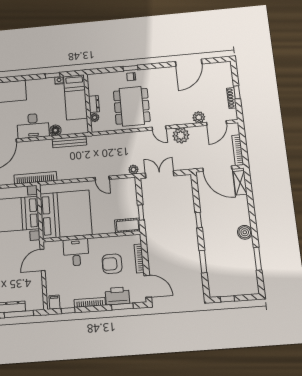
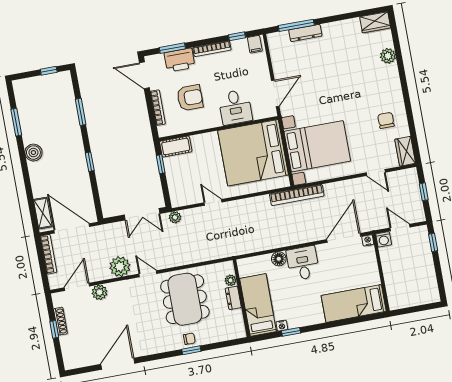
desk: (33, 126) -> (303, 263), width x0.73
bench: (69, 142) -> (259, 245), removed

